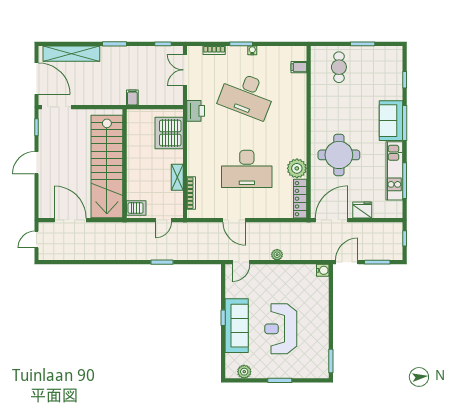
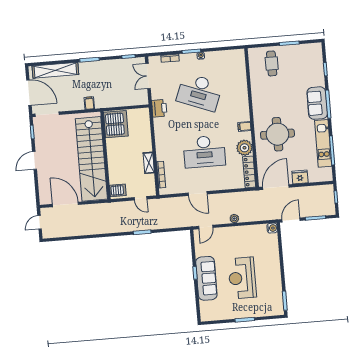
filing cabinet: (299, 67) -> (244, 126), moved
filing cabinet: (132, 97) -> (89, 103), moved
server rack: (169, 133) -> (116, 124), moved, turned 180
door: (163, 220) -> (141, 198), hinge flipped
plant: (244, 372) -> (216, 315), removed

